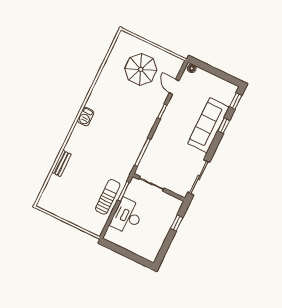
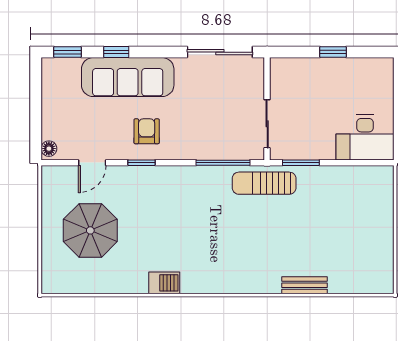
barbecue: (86, 117) -> (164, 283), moved
armchair: (177, 122) -> (147, 131), added
sun lounger: (108, 197) -> (264, 183), moved
desk: (127, 216) -> (365, 137), moved
window: (177, 223) -> (333, 52), moved

